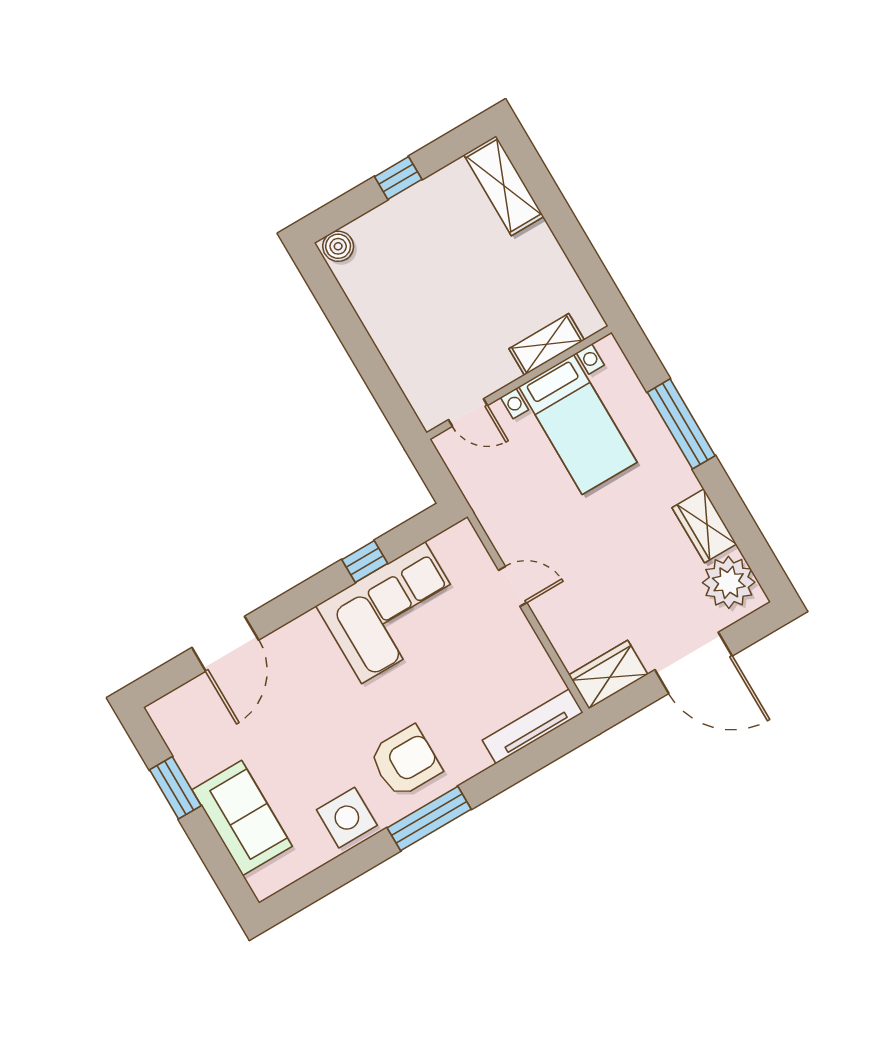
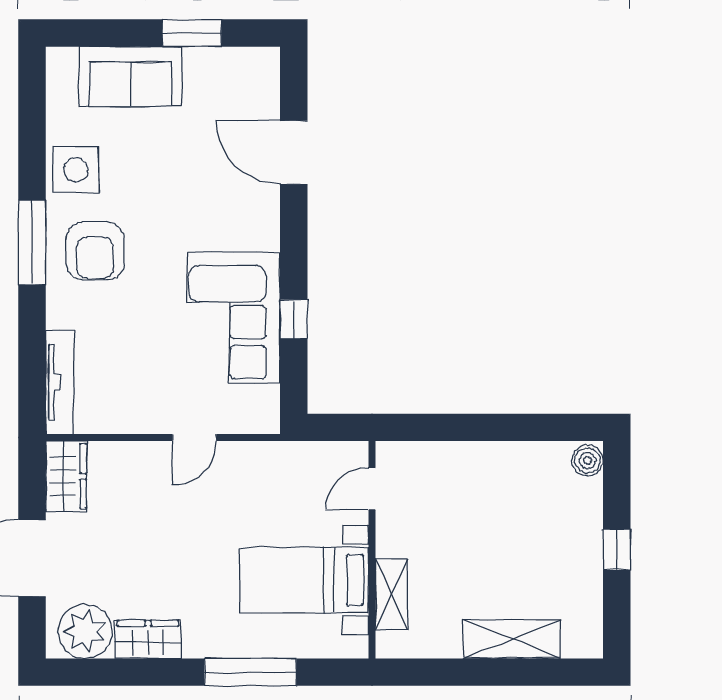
shelving: (504, 186) -> (512, 639), moved

